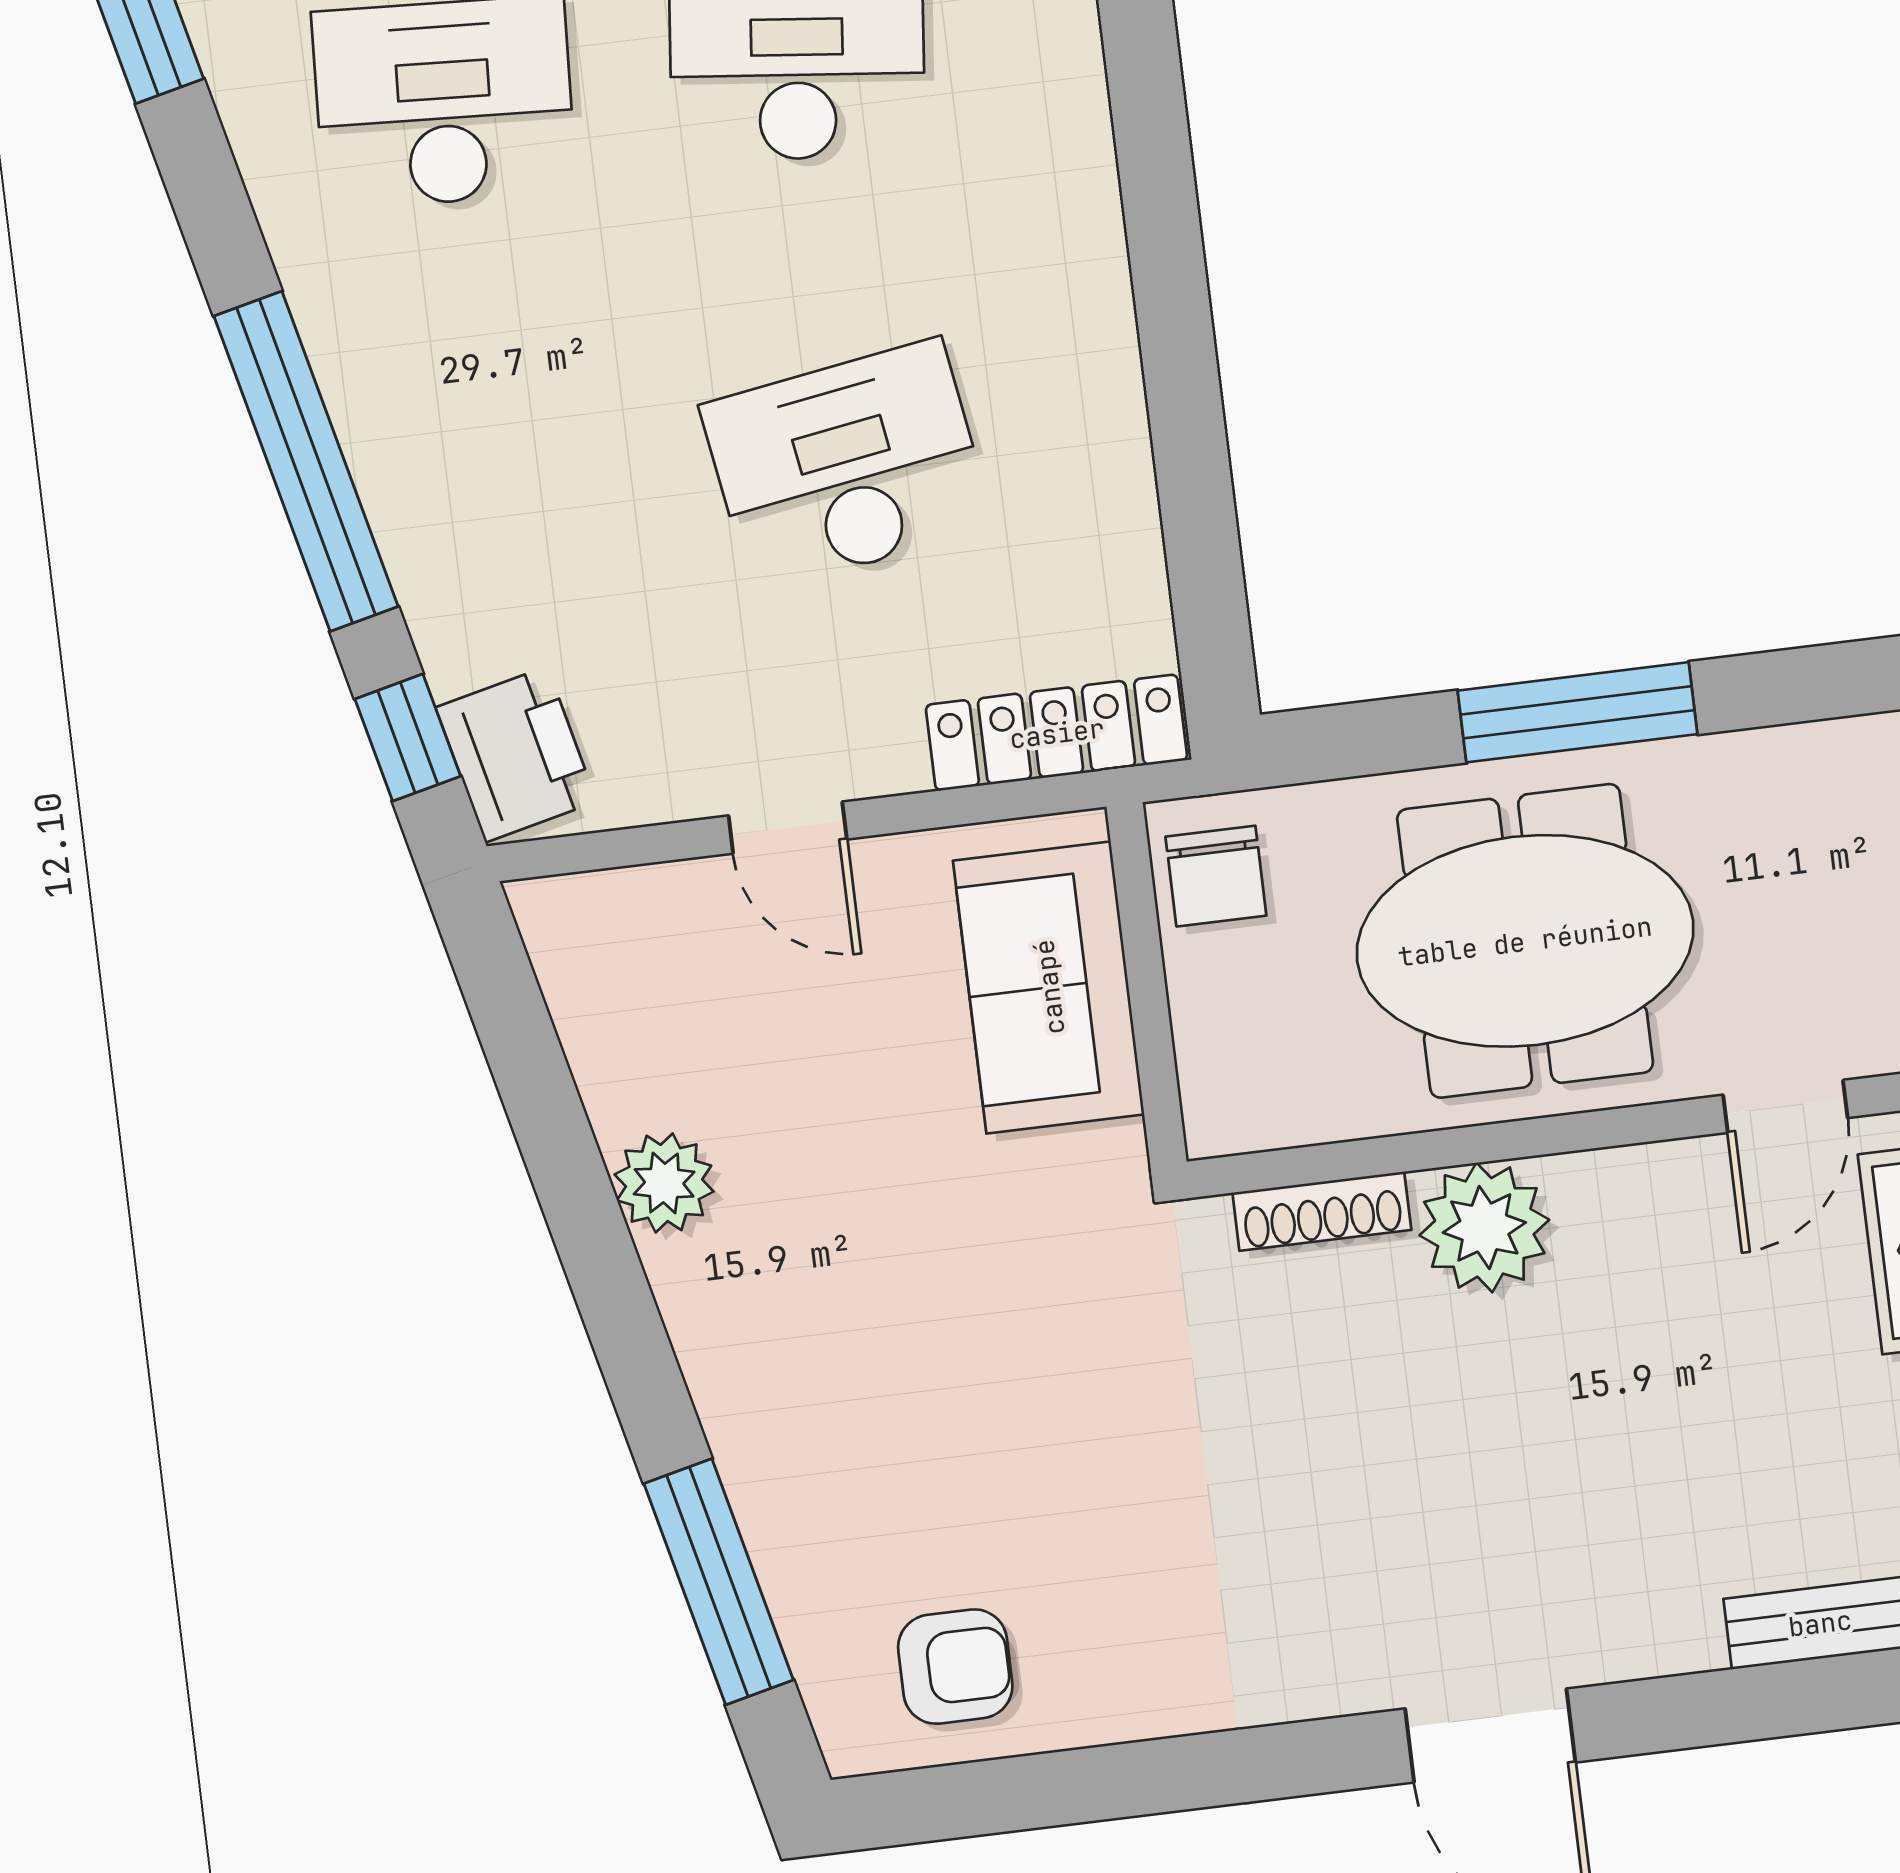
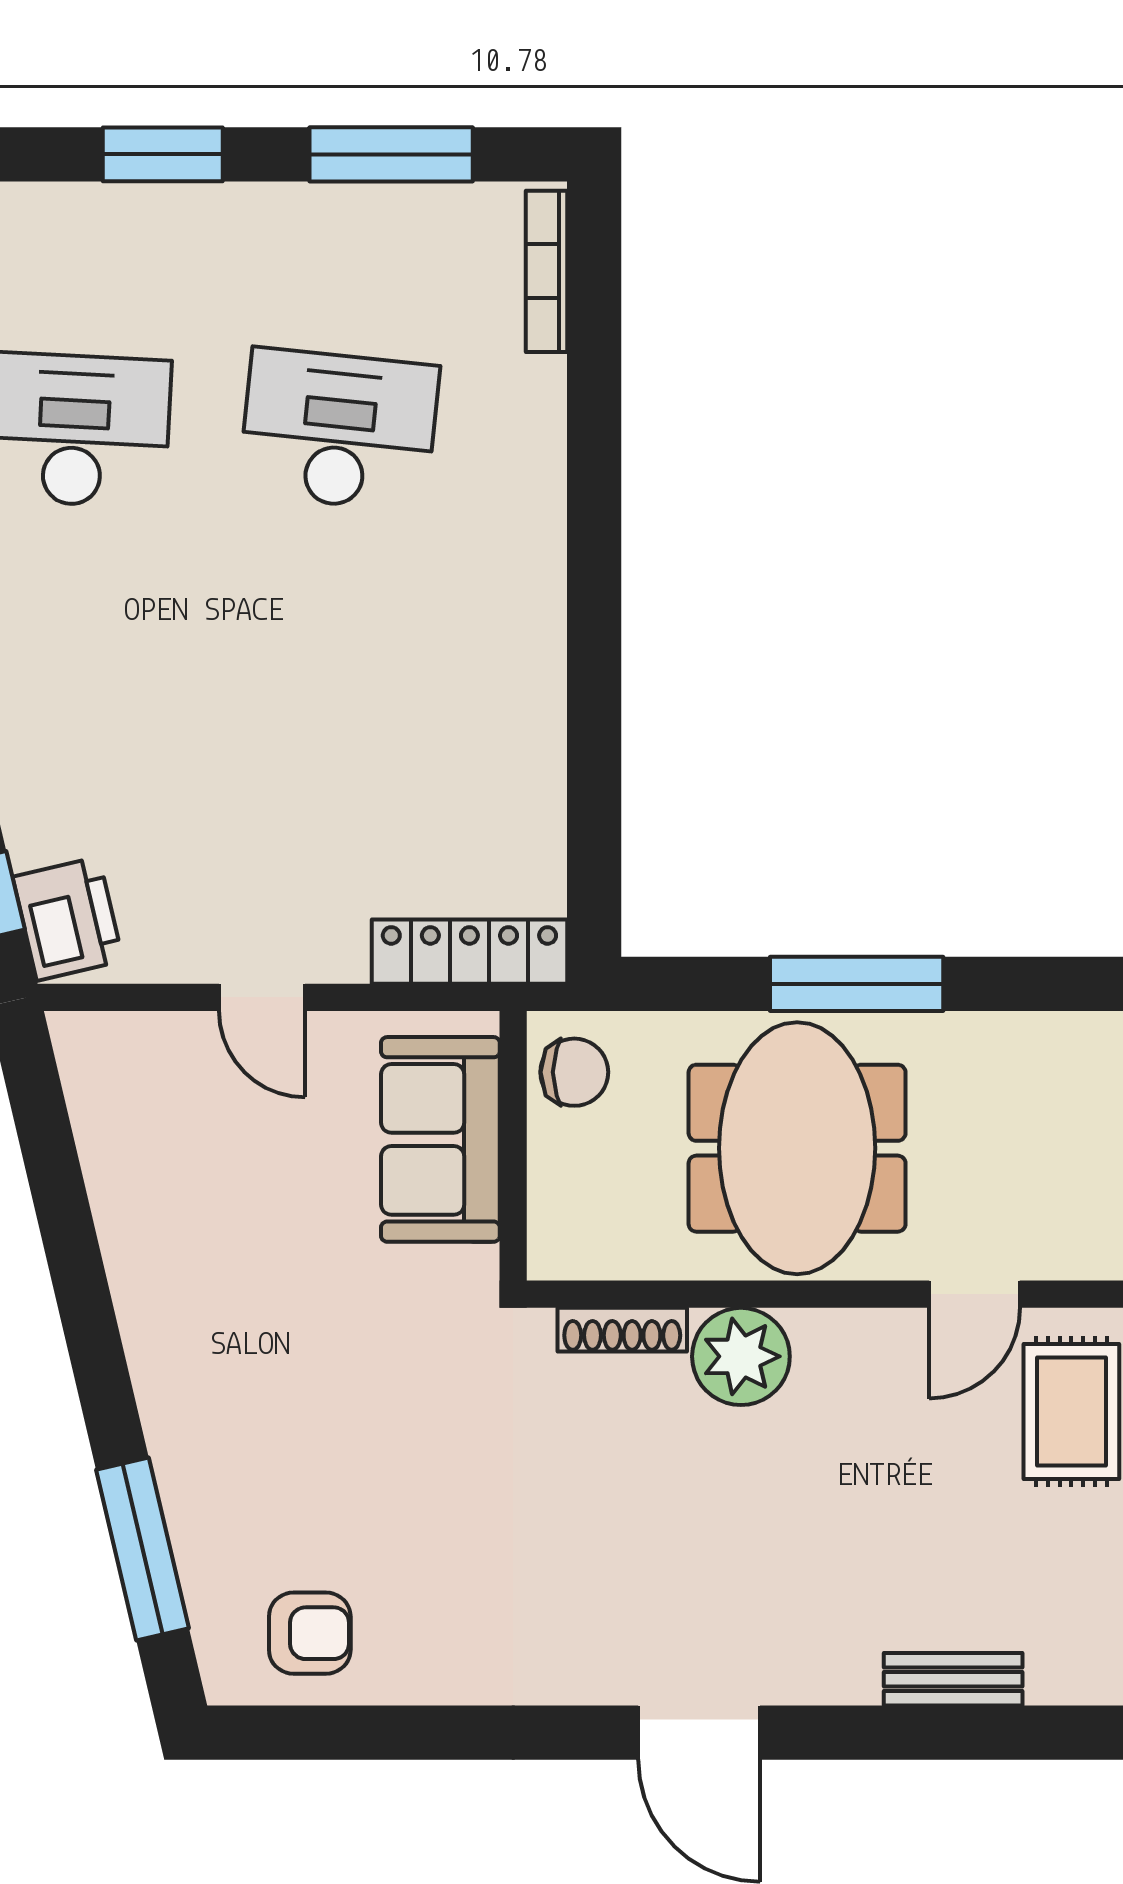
desk: (847, 466) -> (339, 735), removed
chair: (1216, 876) -> (574, 1072), turned -90
meeting table: (1525, 941) -> (797, 1148), turned 90
plant: (664, 1183) -> (138, 1249), removed

